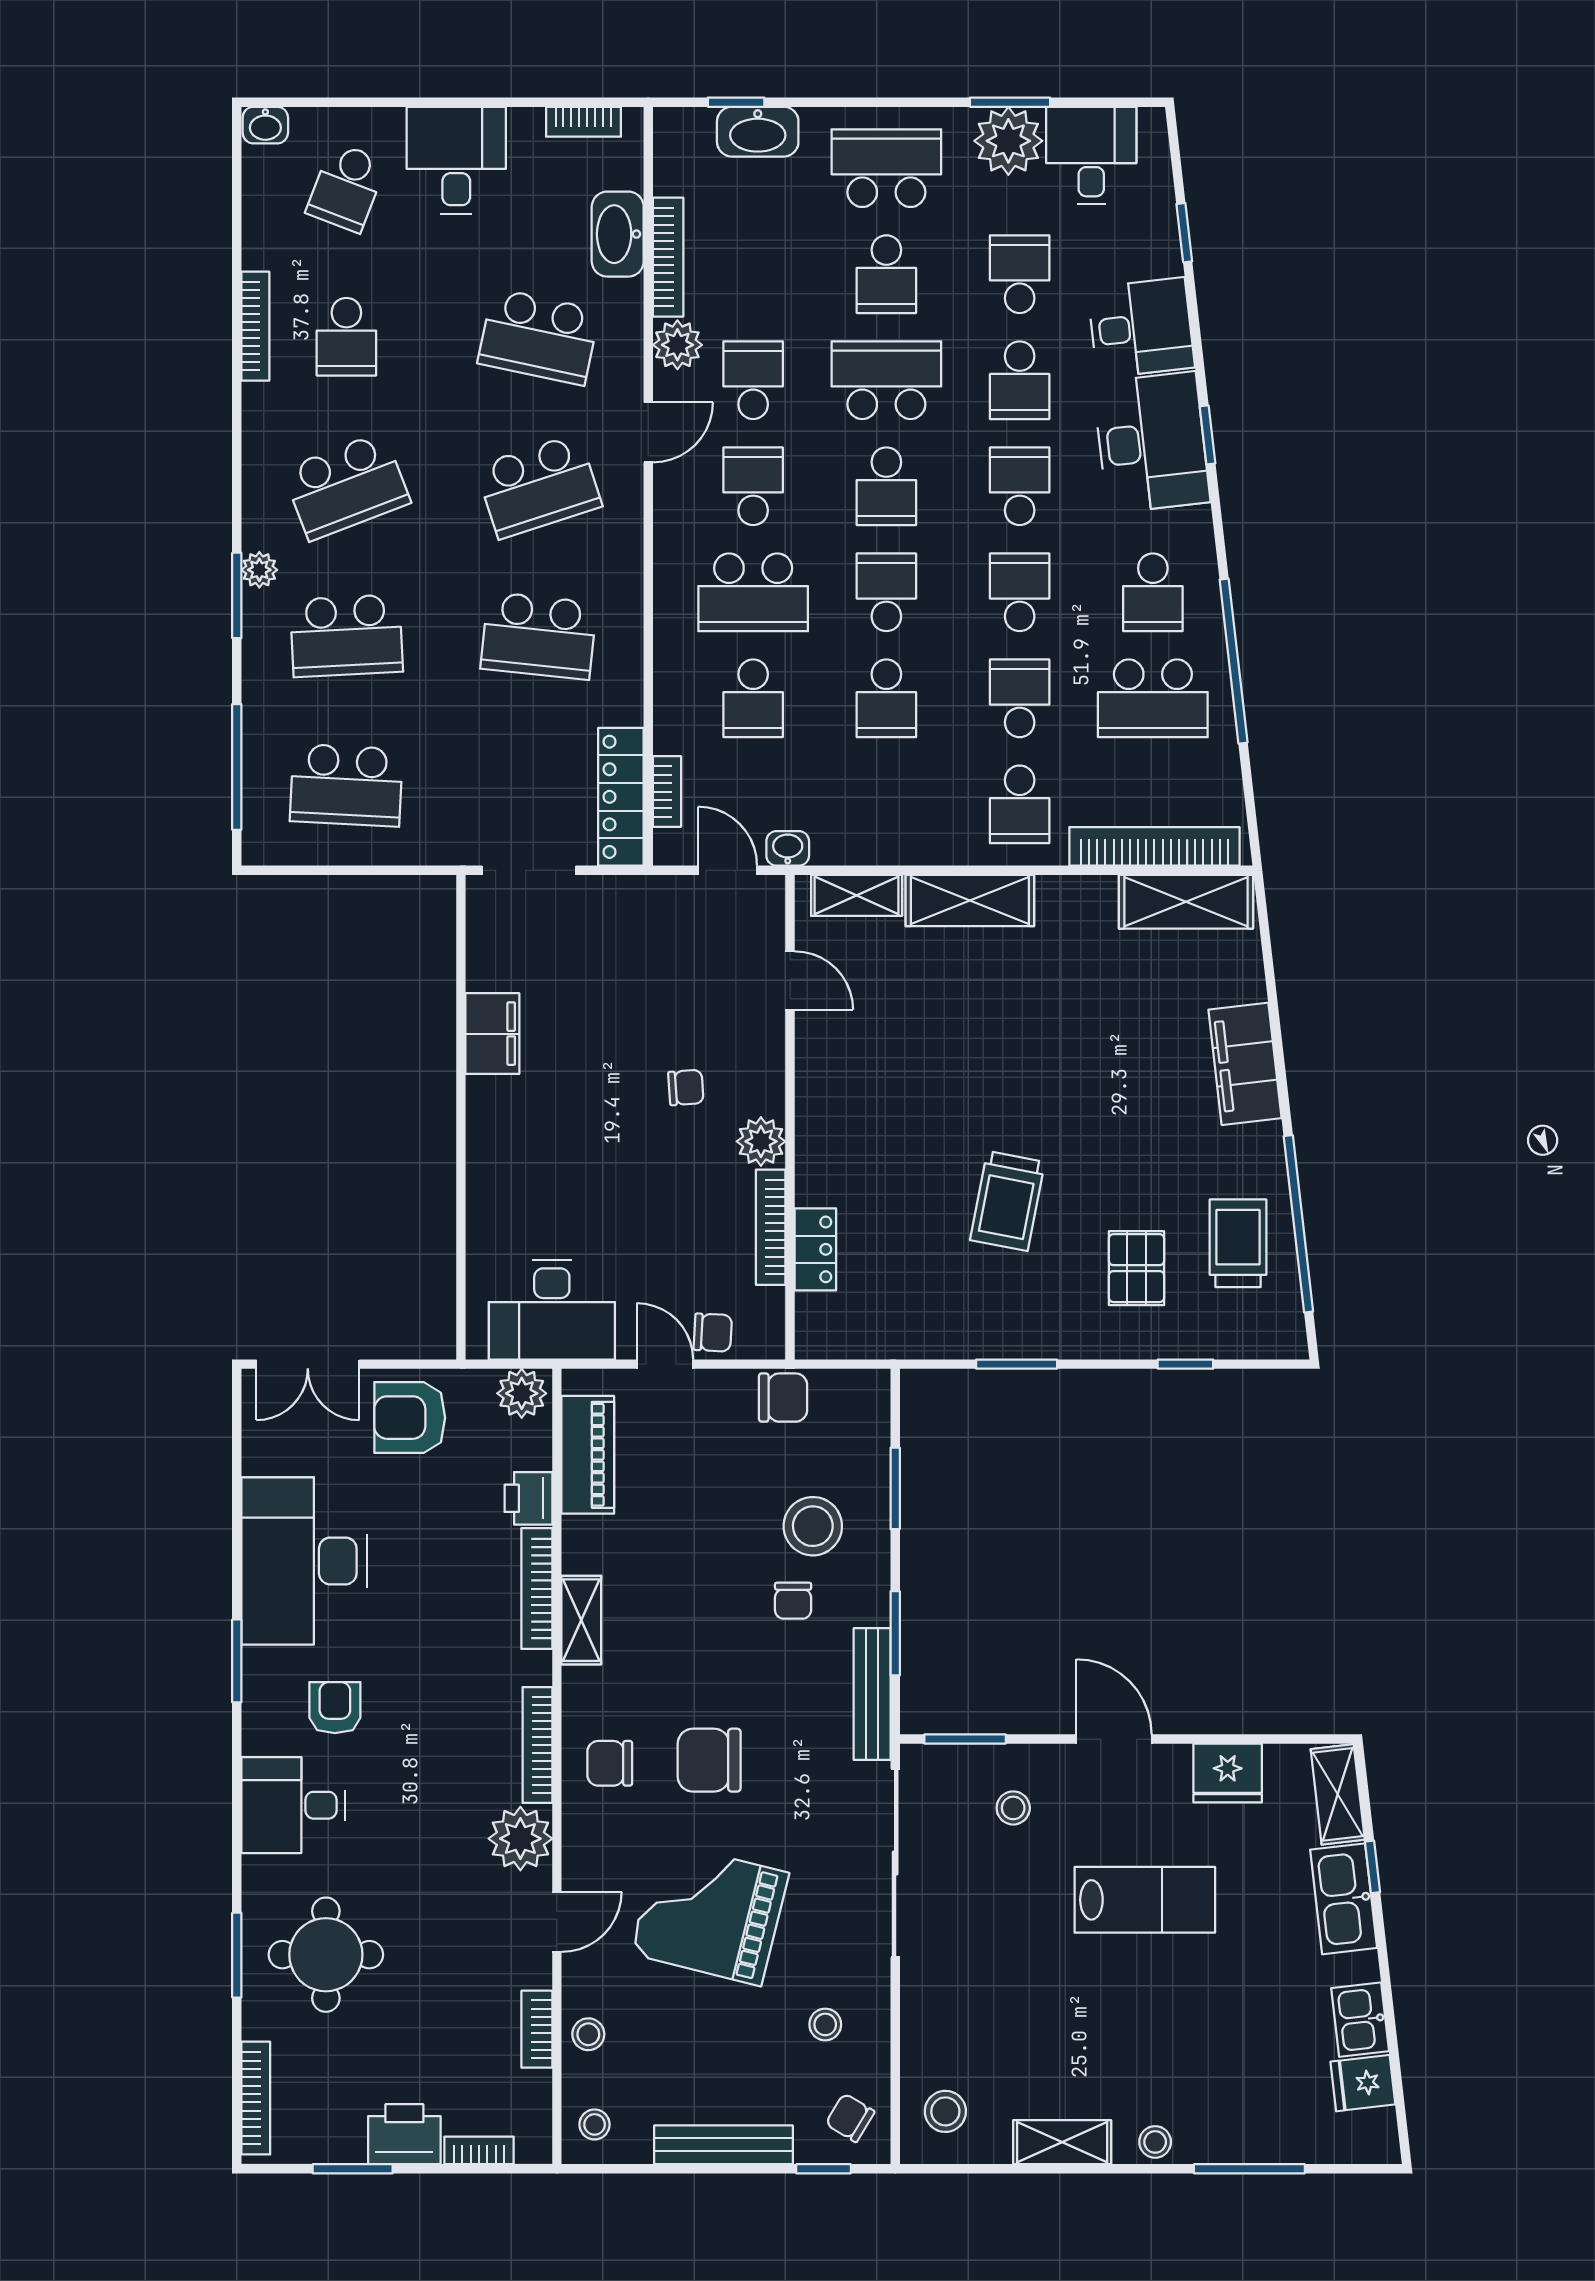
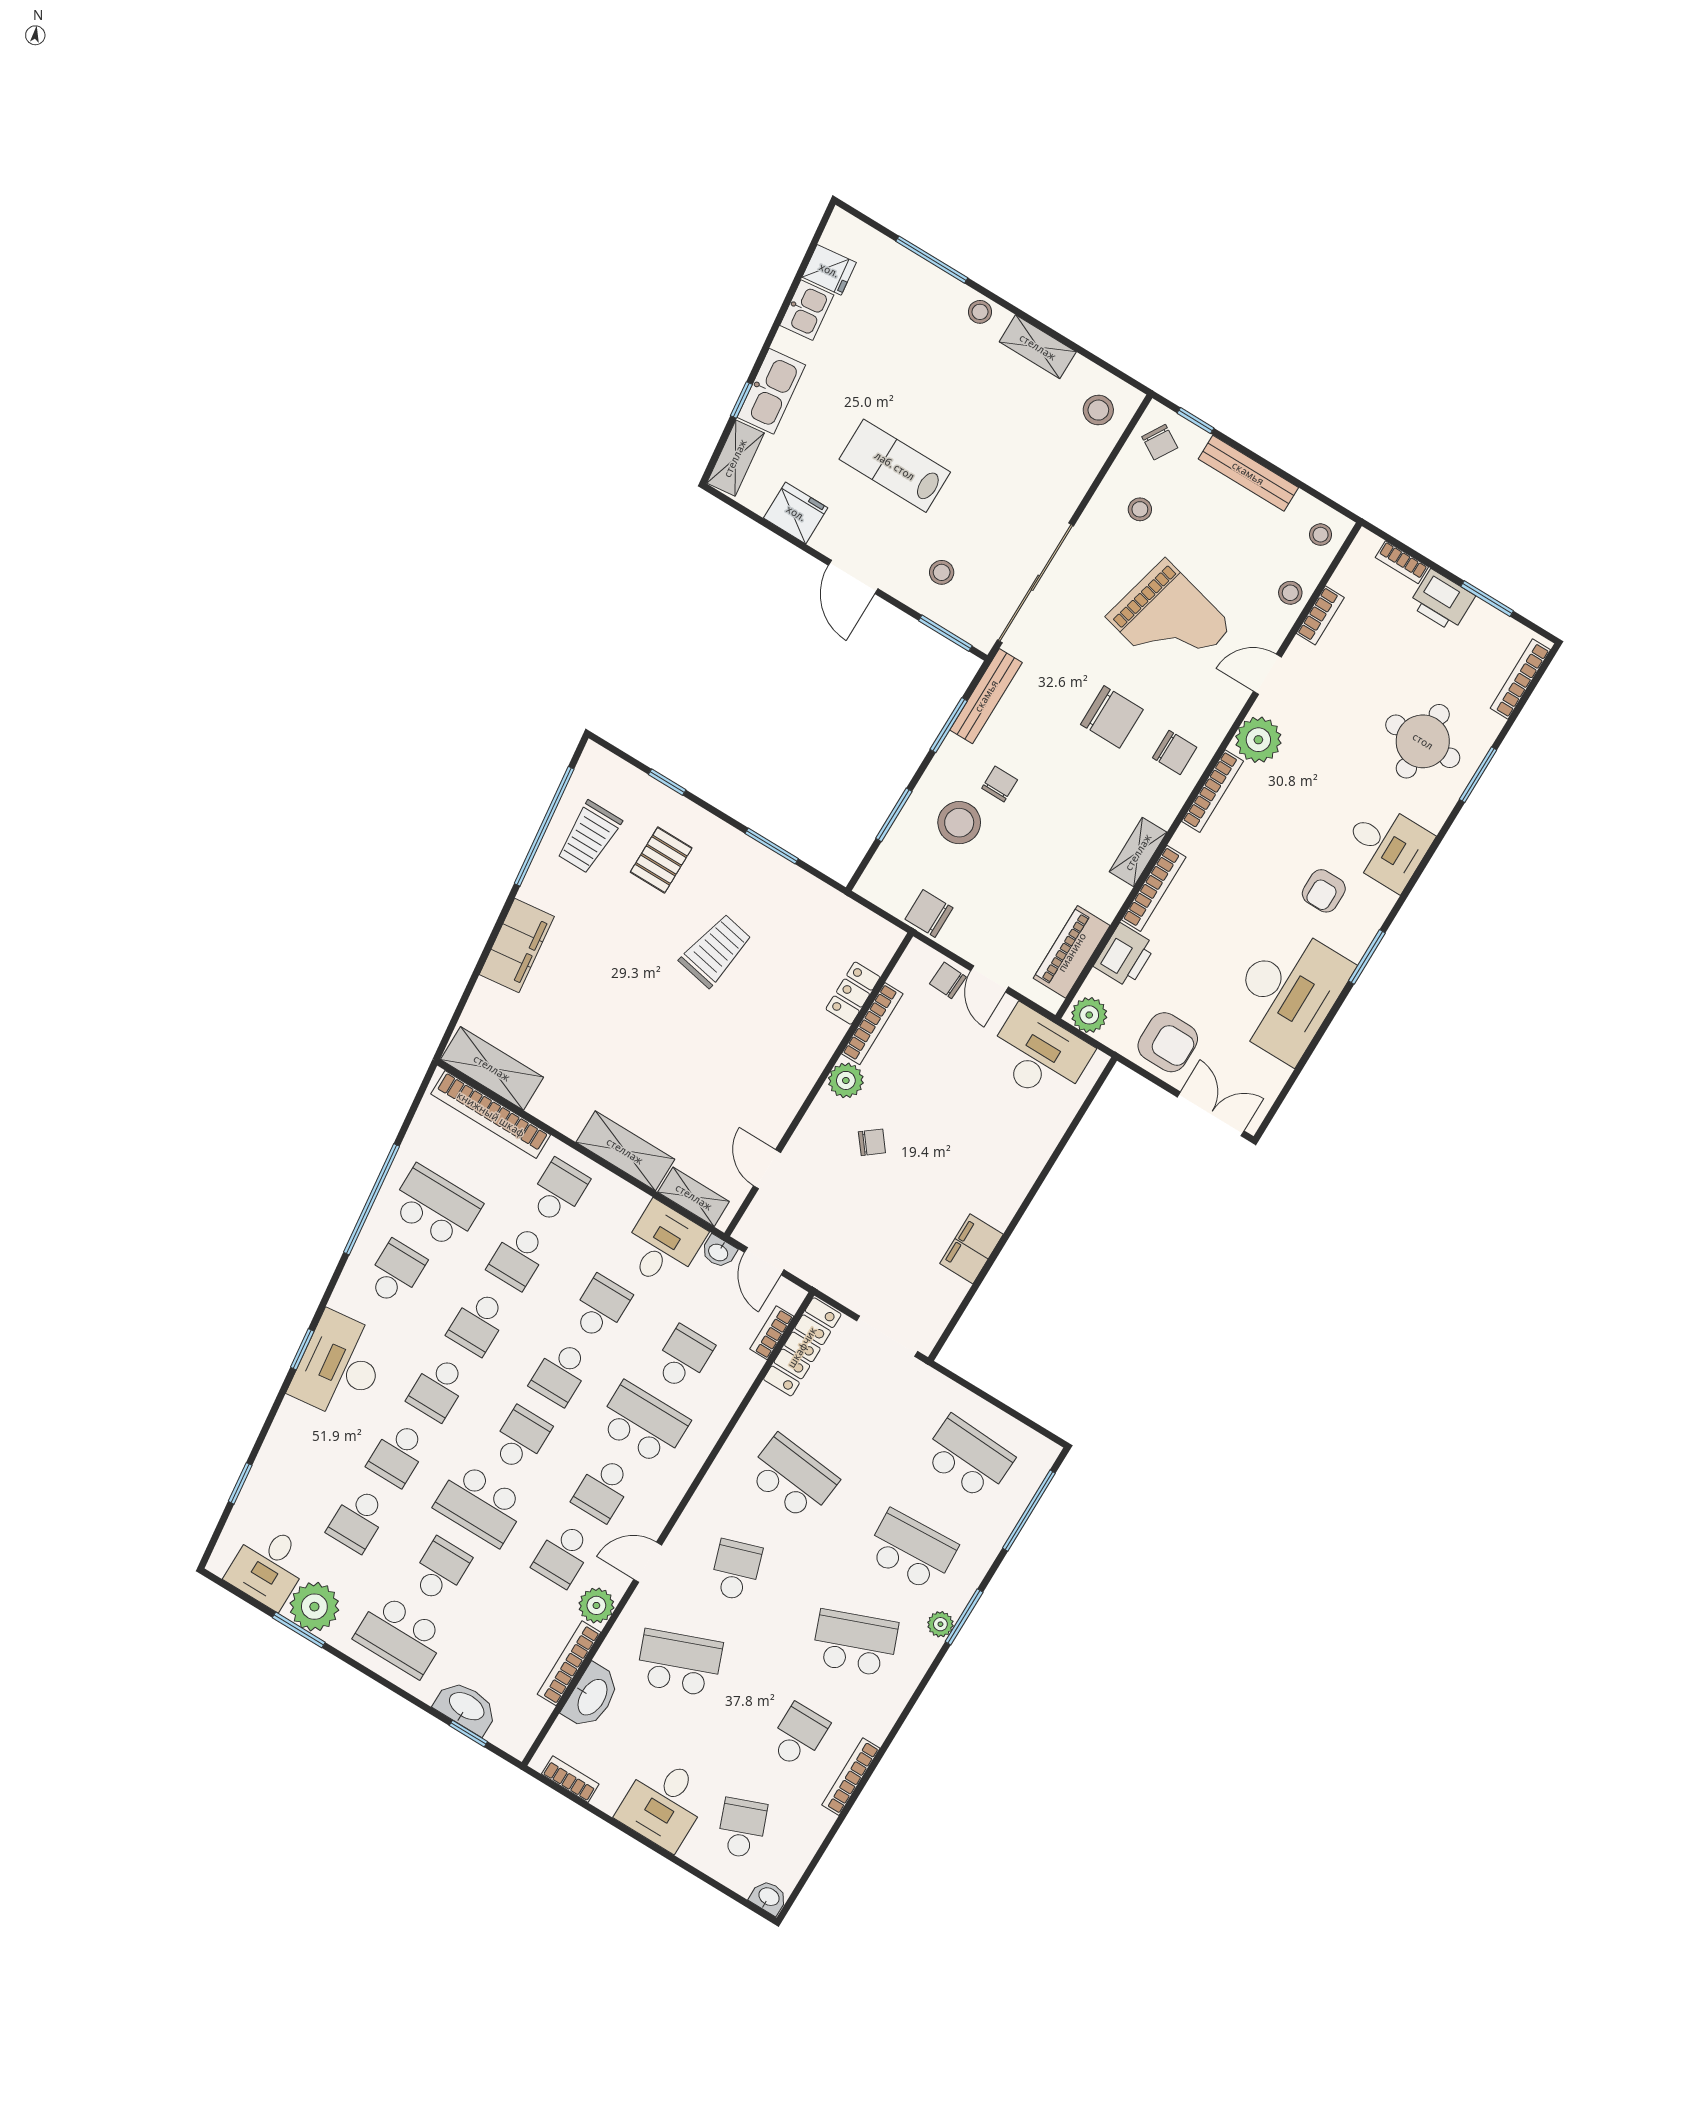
school desk: (346, 187) -> (742, 1828), turned -42
desk: (1141, 328) -> (663, 1245), moved, turned 97
school desk: (539, 337) -> (679, 1663), turned -33
school desk: (1020, 380) -> (398, 1454), turned 180
school desk: (539, 486) -> (736, 1570), width x0.54
chair: (686, 1087) -> (872, 1142), turned 146
printer: (528, 1498) -> (1125, 955), width x1.36, depth x1.24

